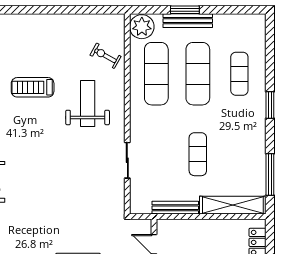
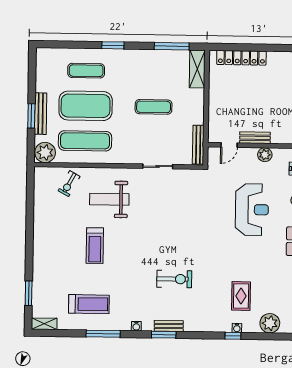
exercise mat: (198, 74) -> (86, 106), width x1.47
shelving: (233, 205) -> (197, 69), width x0.68
bench: (175, 208) -> (198, 145), moved

